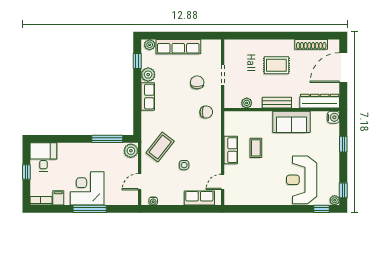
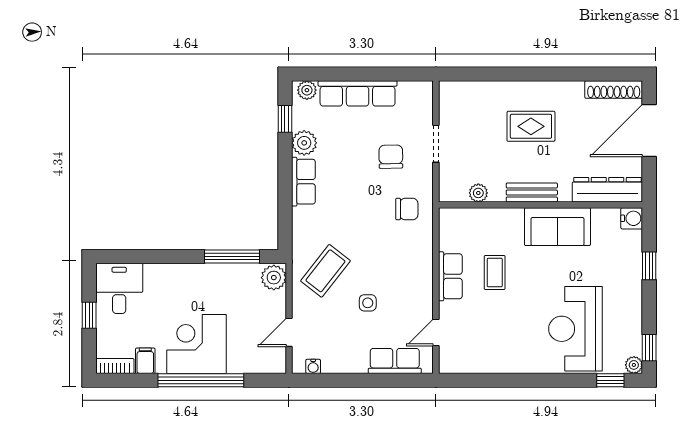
shoe rack: (311, 44) -> (614, 90), moved
window: (90, 209) -> (201, 380), width x1.46

